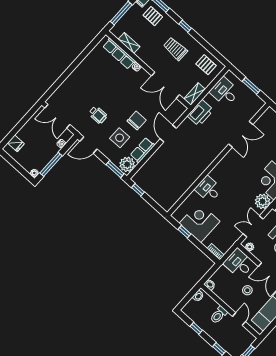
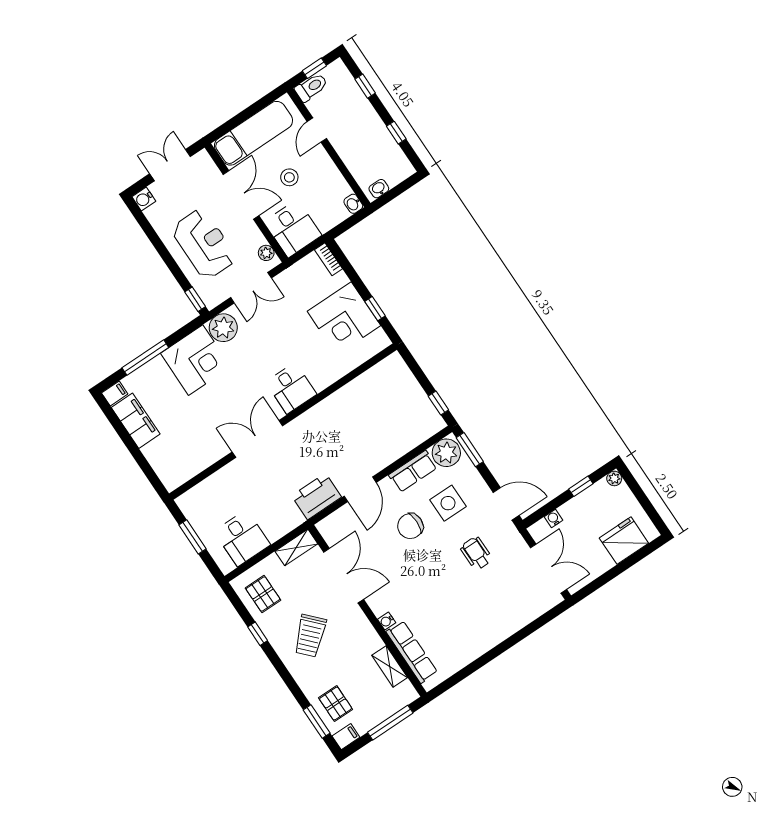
window: (185, 26) -> (258, 634), moved
trolley: (175, 49) -> (310, 636), turned 47
printer: (200, 113) -> (316, 496), moved
double door: (241, 134) -> (257, 439), moved
fridge: (16, 143) -> (624, 541), width x1.88, depth x1.34
window: (51, 164) -> (581, 486), width x0.46
desk: (209, 189) -> (291, 388), moved
toilet: (219, 315) -> (311, 87), moved

